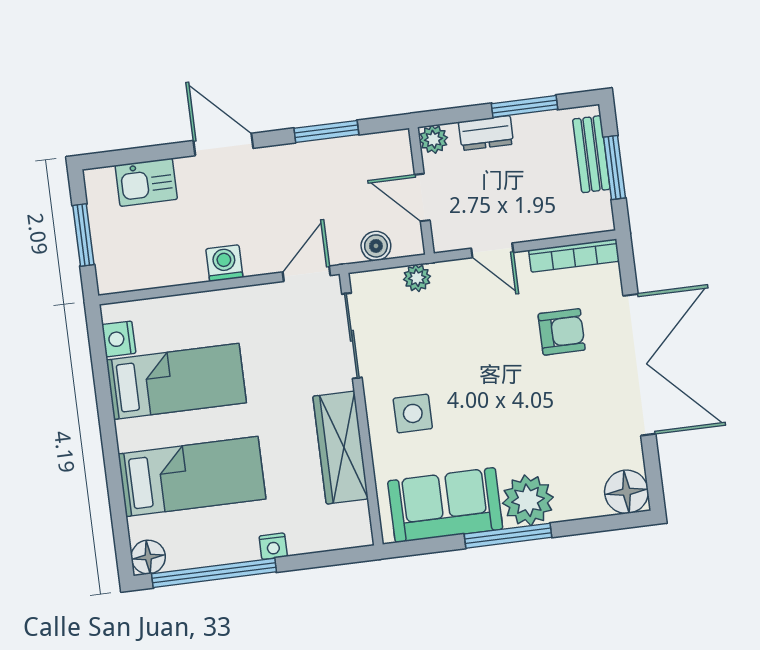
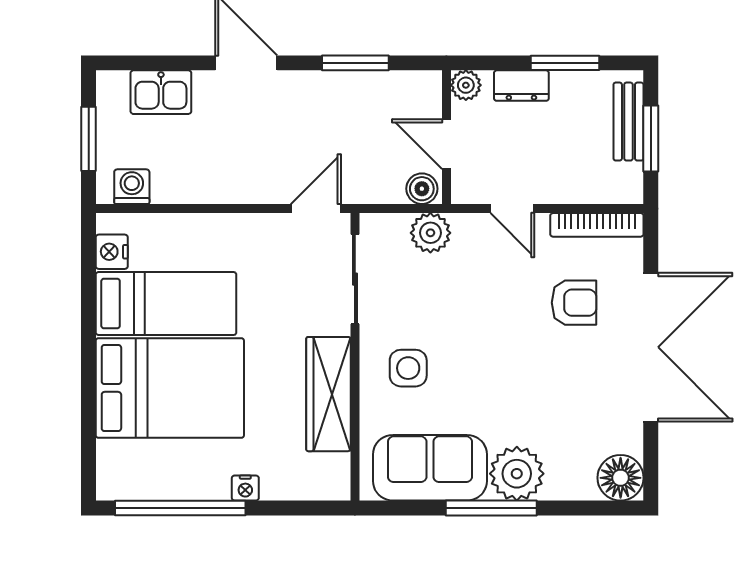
boiler: (376, 246) -> (422, 189), moved
washing machine: (224, 263) -> (132, 187), moved
plant: (417, 278) -> (430, 233), width x1.38, depth x1.38
bed: (192, 476) -> (170, 388), width x1.50
floor lamp: (148, 557) -> (114, 483), removed

